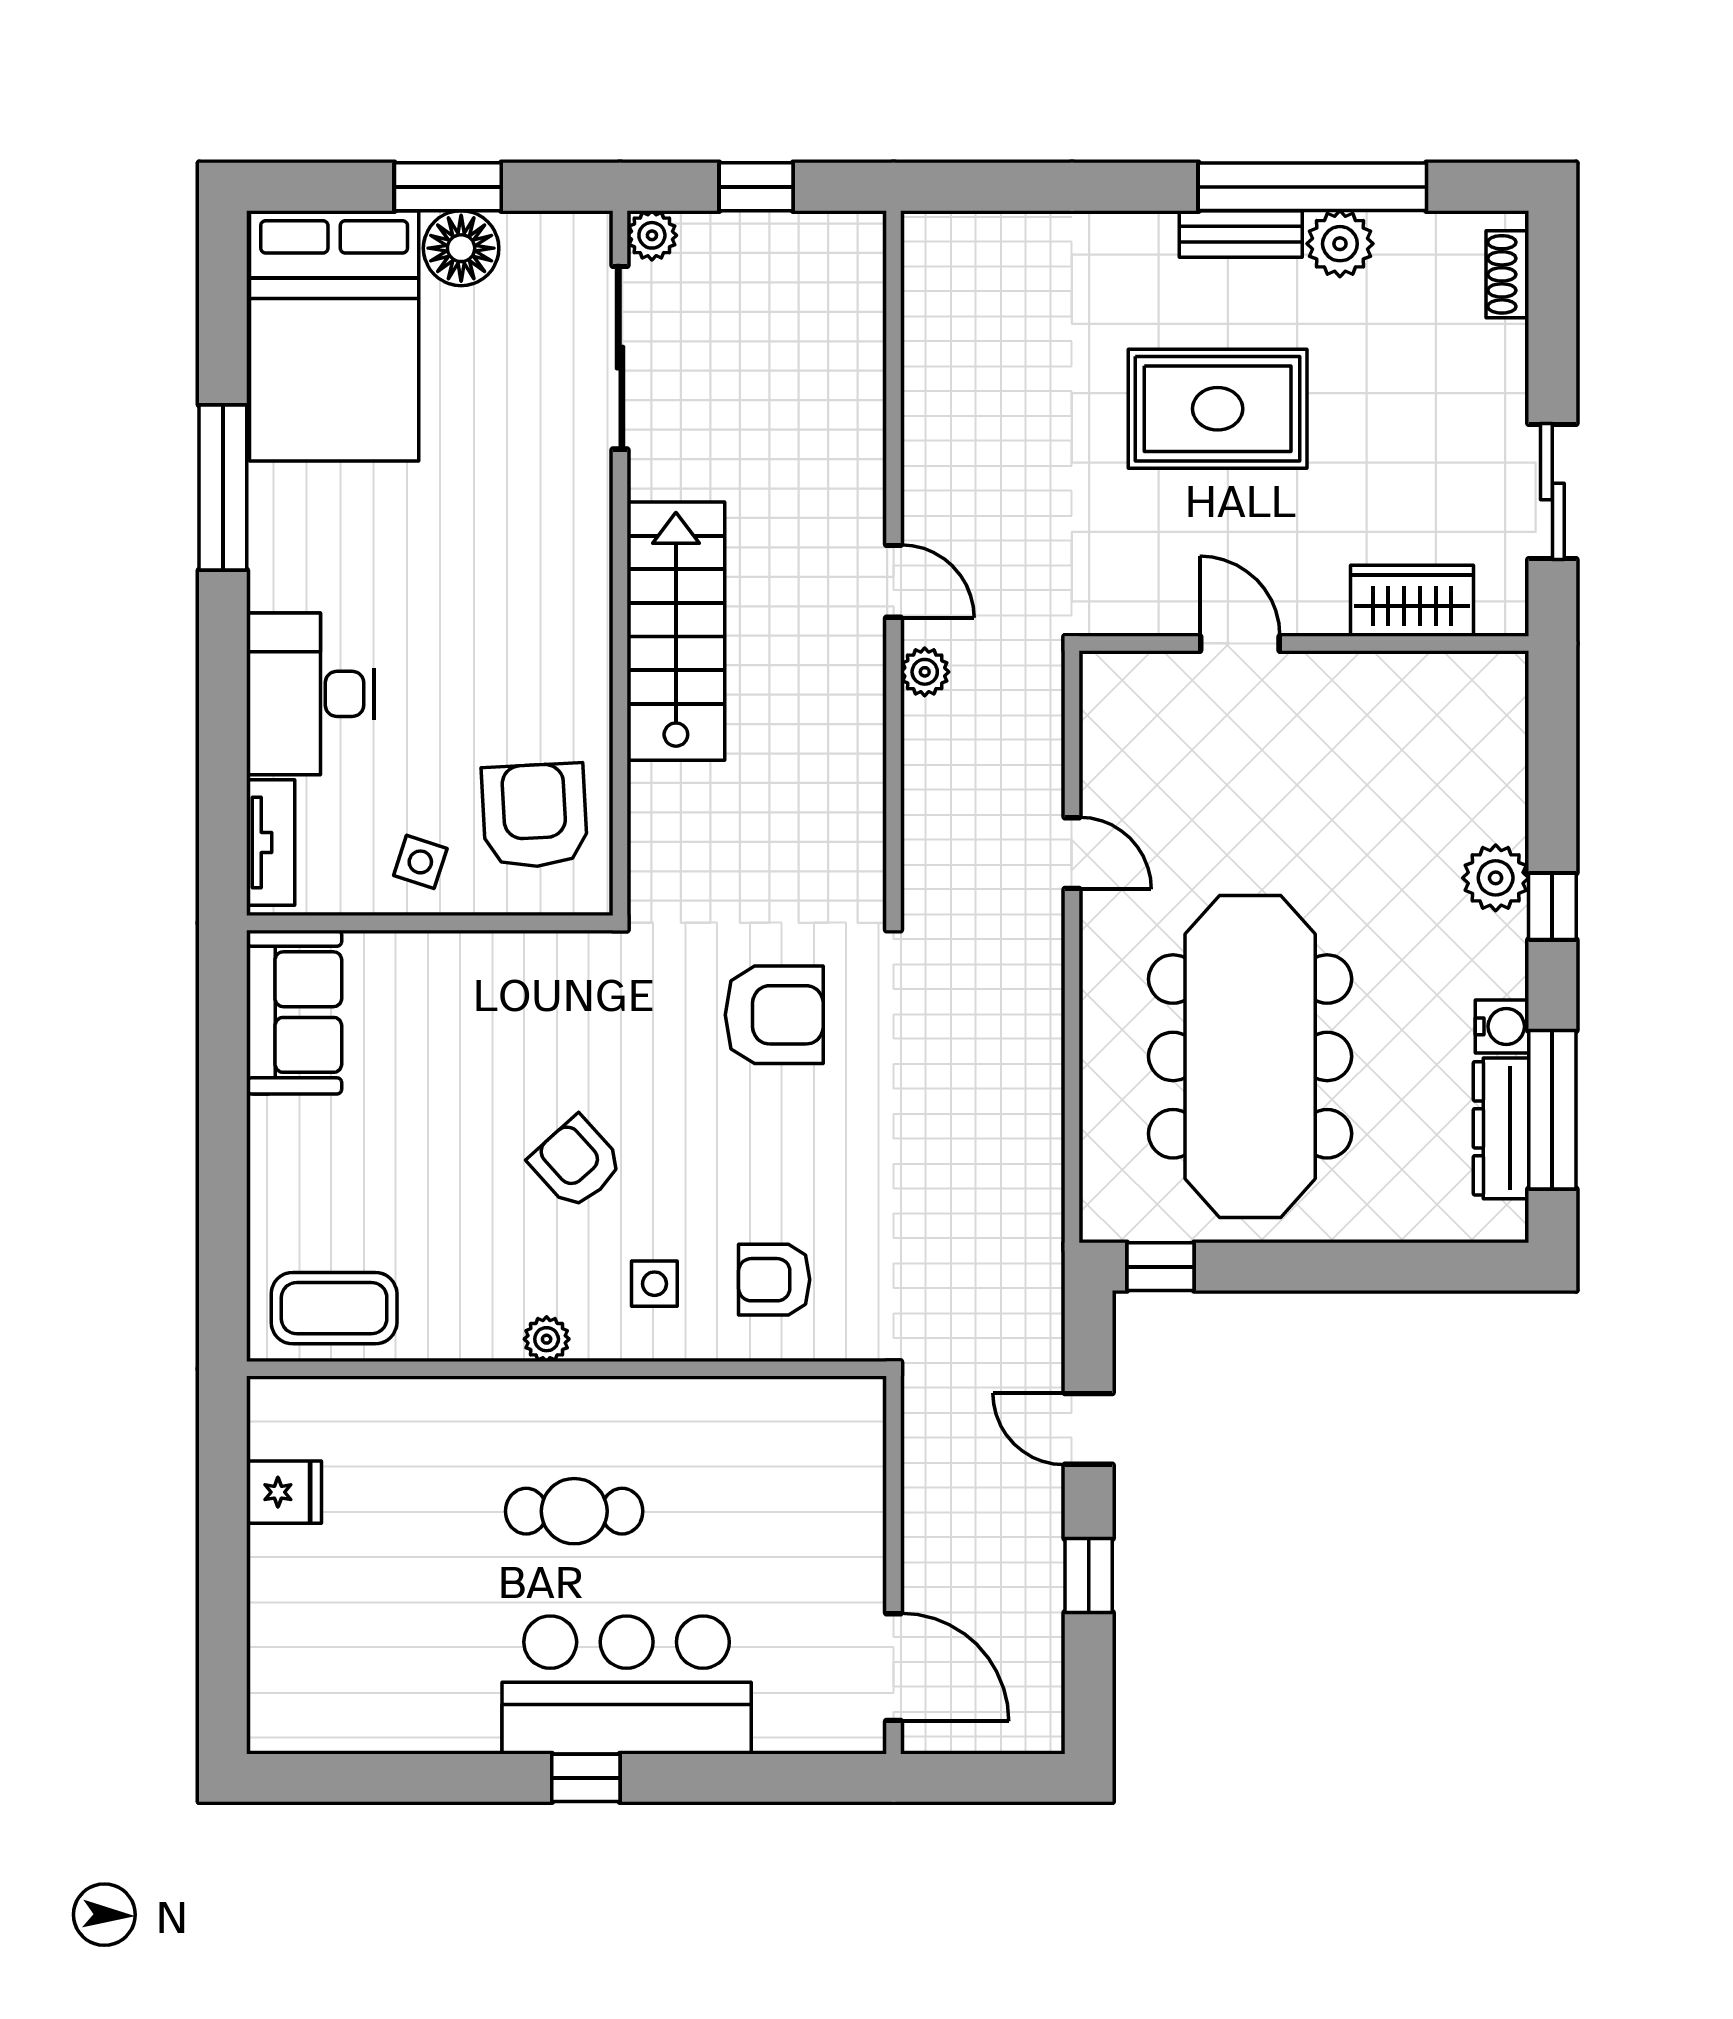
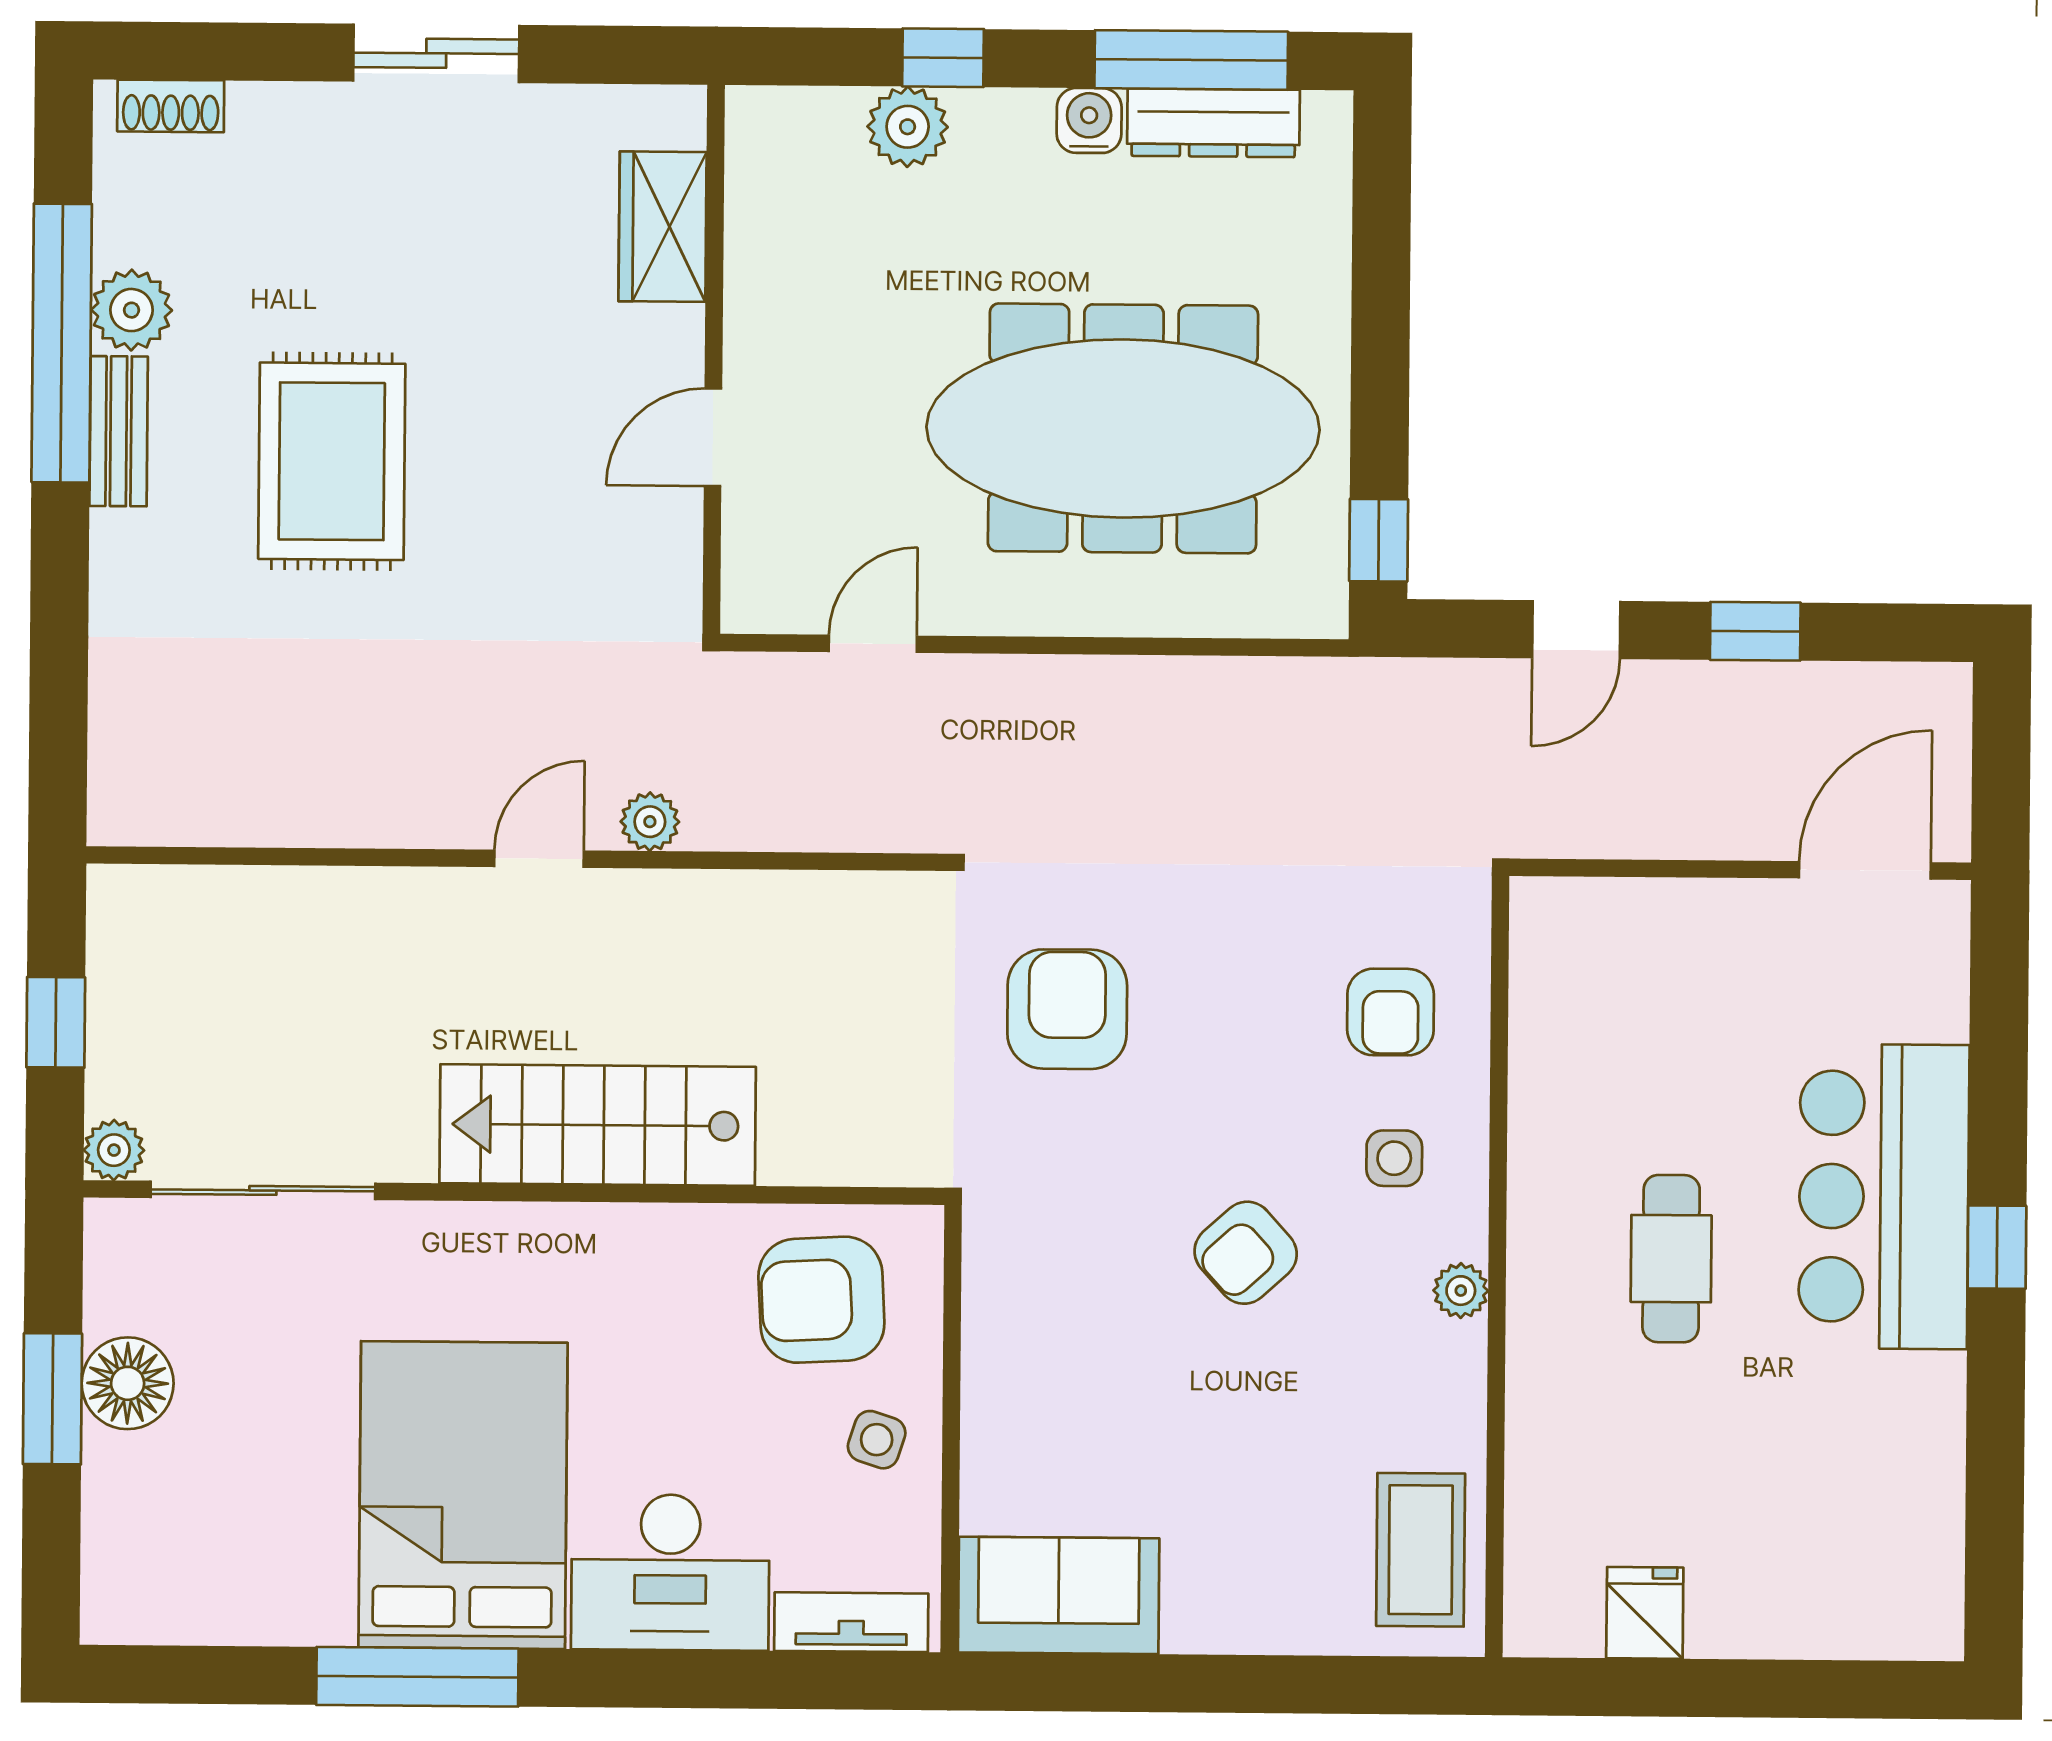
bed: (334, 336) -> (463, 1495), moved, turned -90
wardrobe: (1412, 601) -> (663, 227), moved
door: (1240, 643) -> (713, 437), moved
wall: (1304, 643) -> (714, 359), moved

